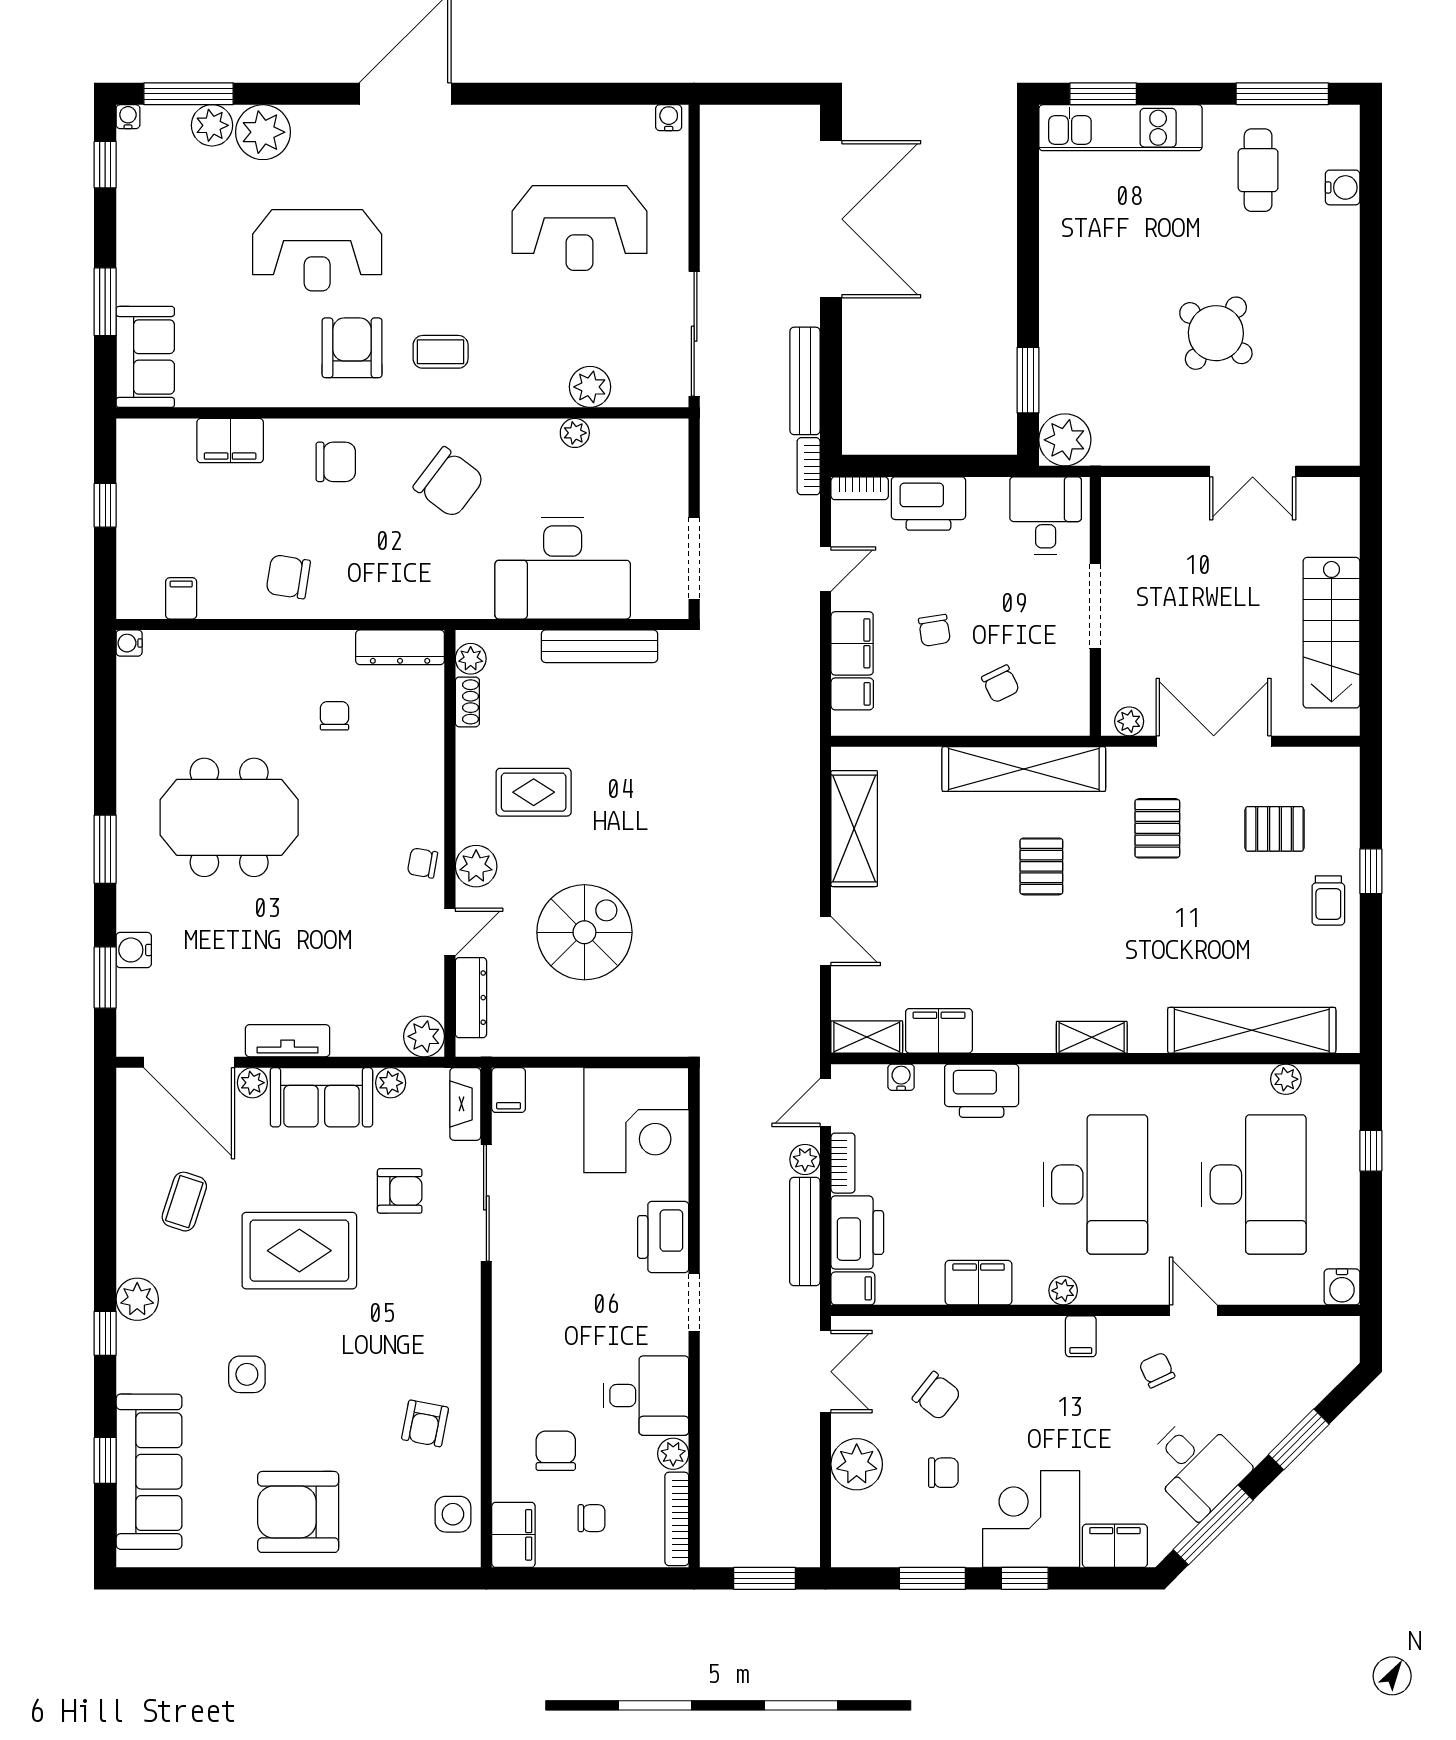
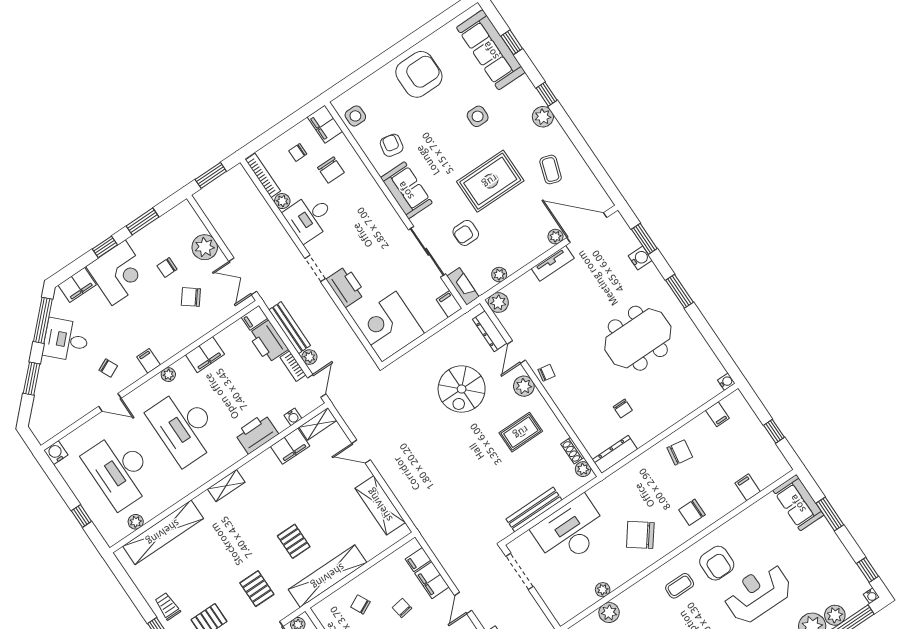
filing cabinet: (230, 441) -> (748, 487), width x0.50
sofa: (321, 1097) -> (406, 190), moved, turned 90

